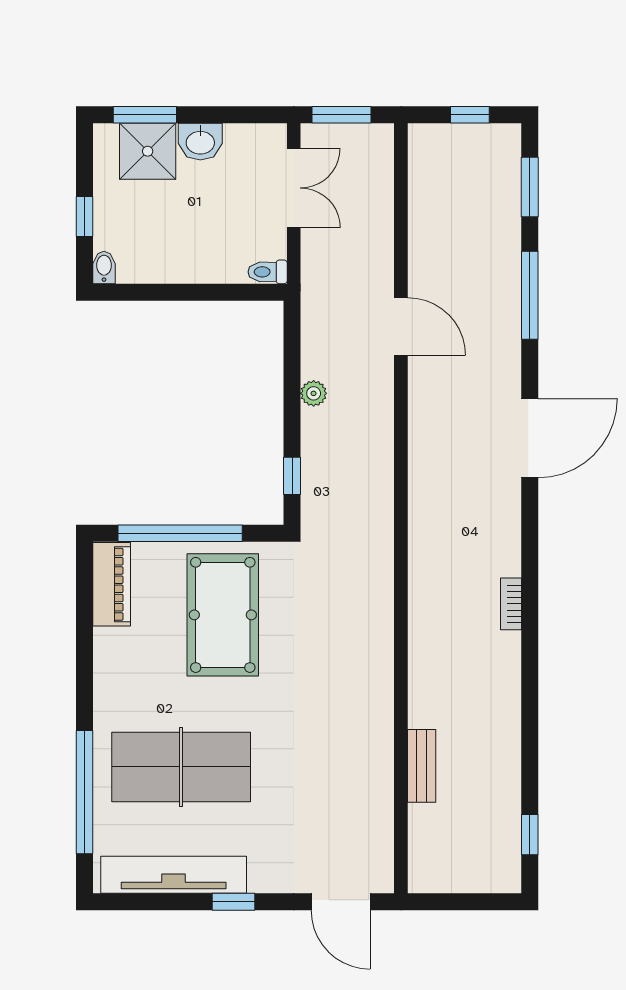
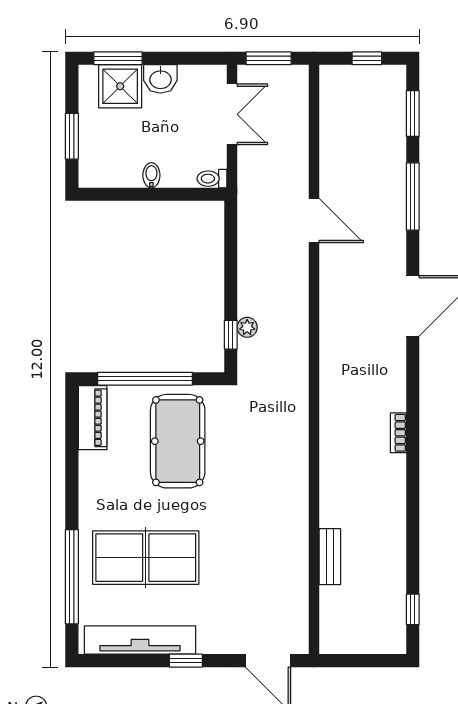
window: (85, 217) -> (72, 136), width x1.50
bidet: (104, 267) -> (151, 175), moved
plant: (314, 393) -> (247, 327), moved

